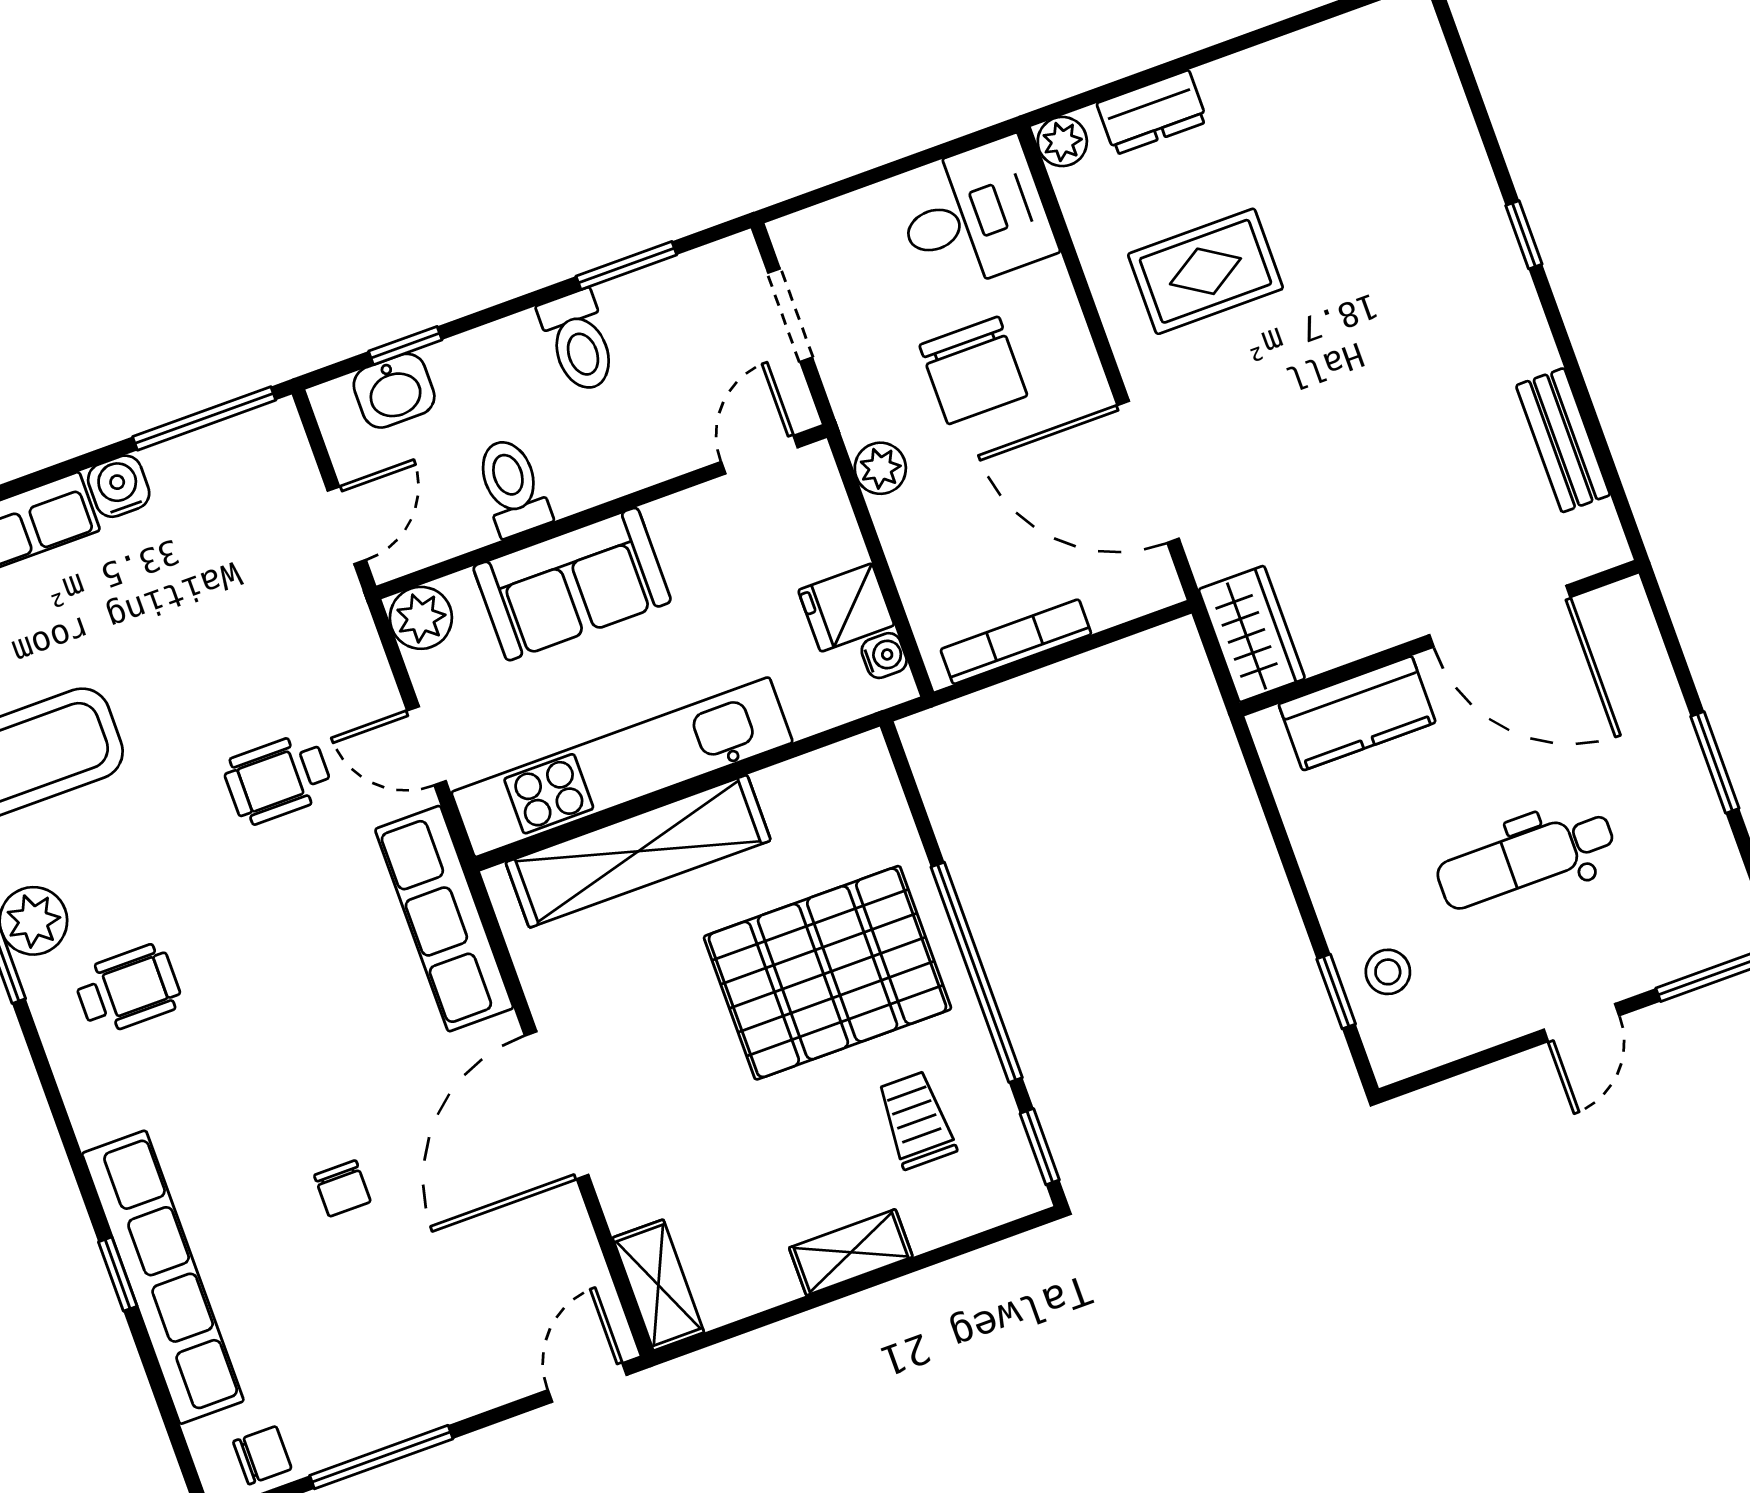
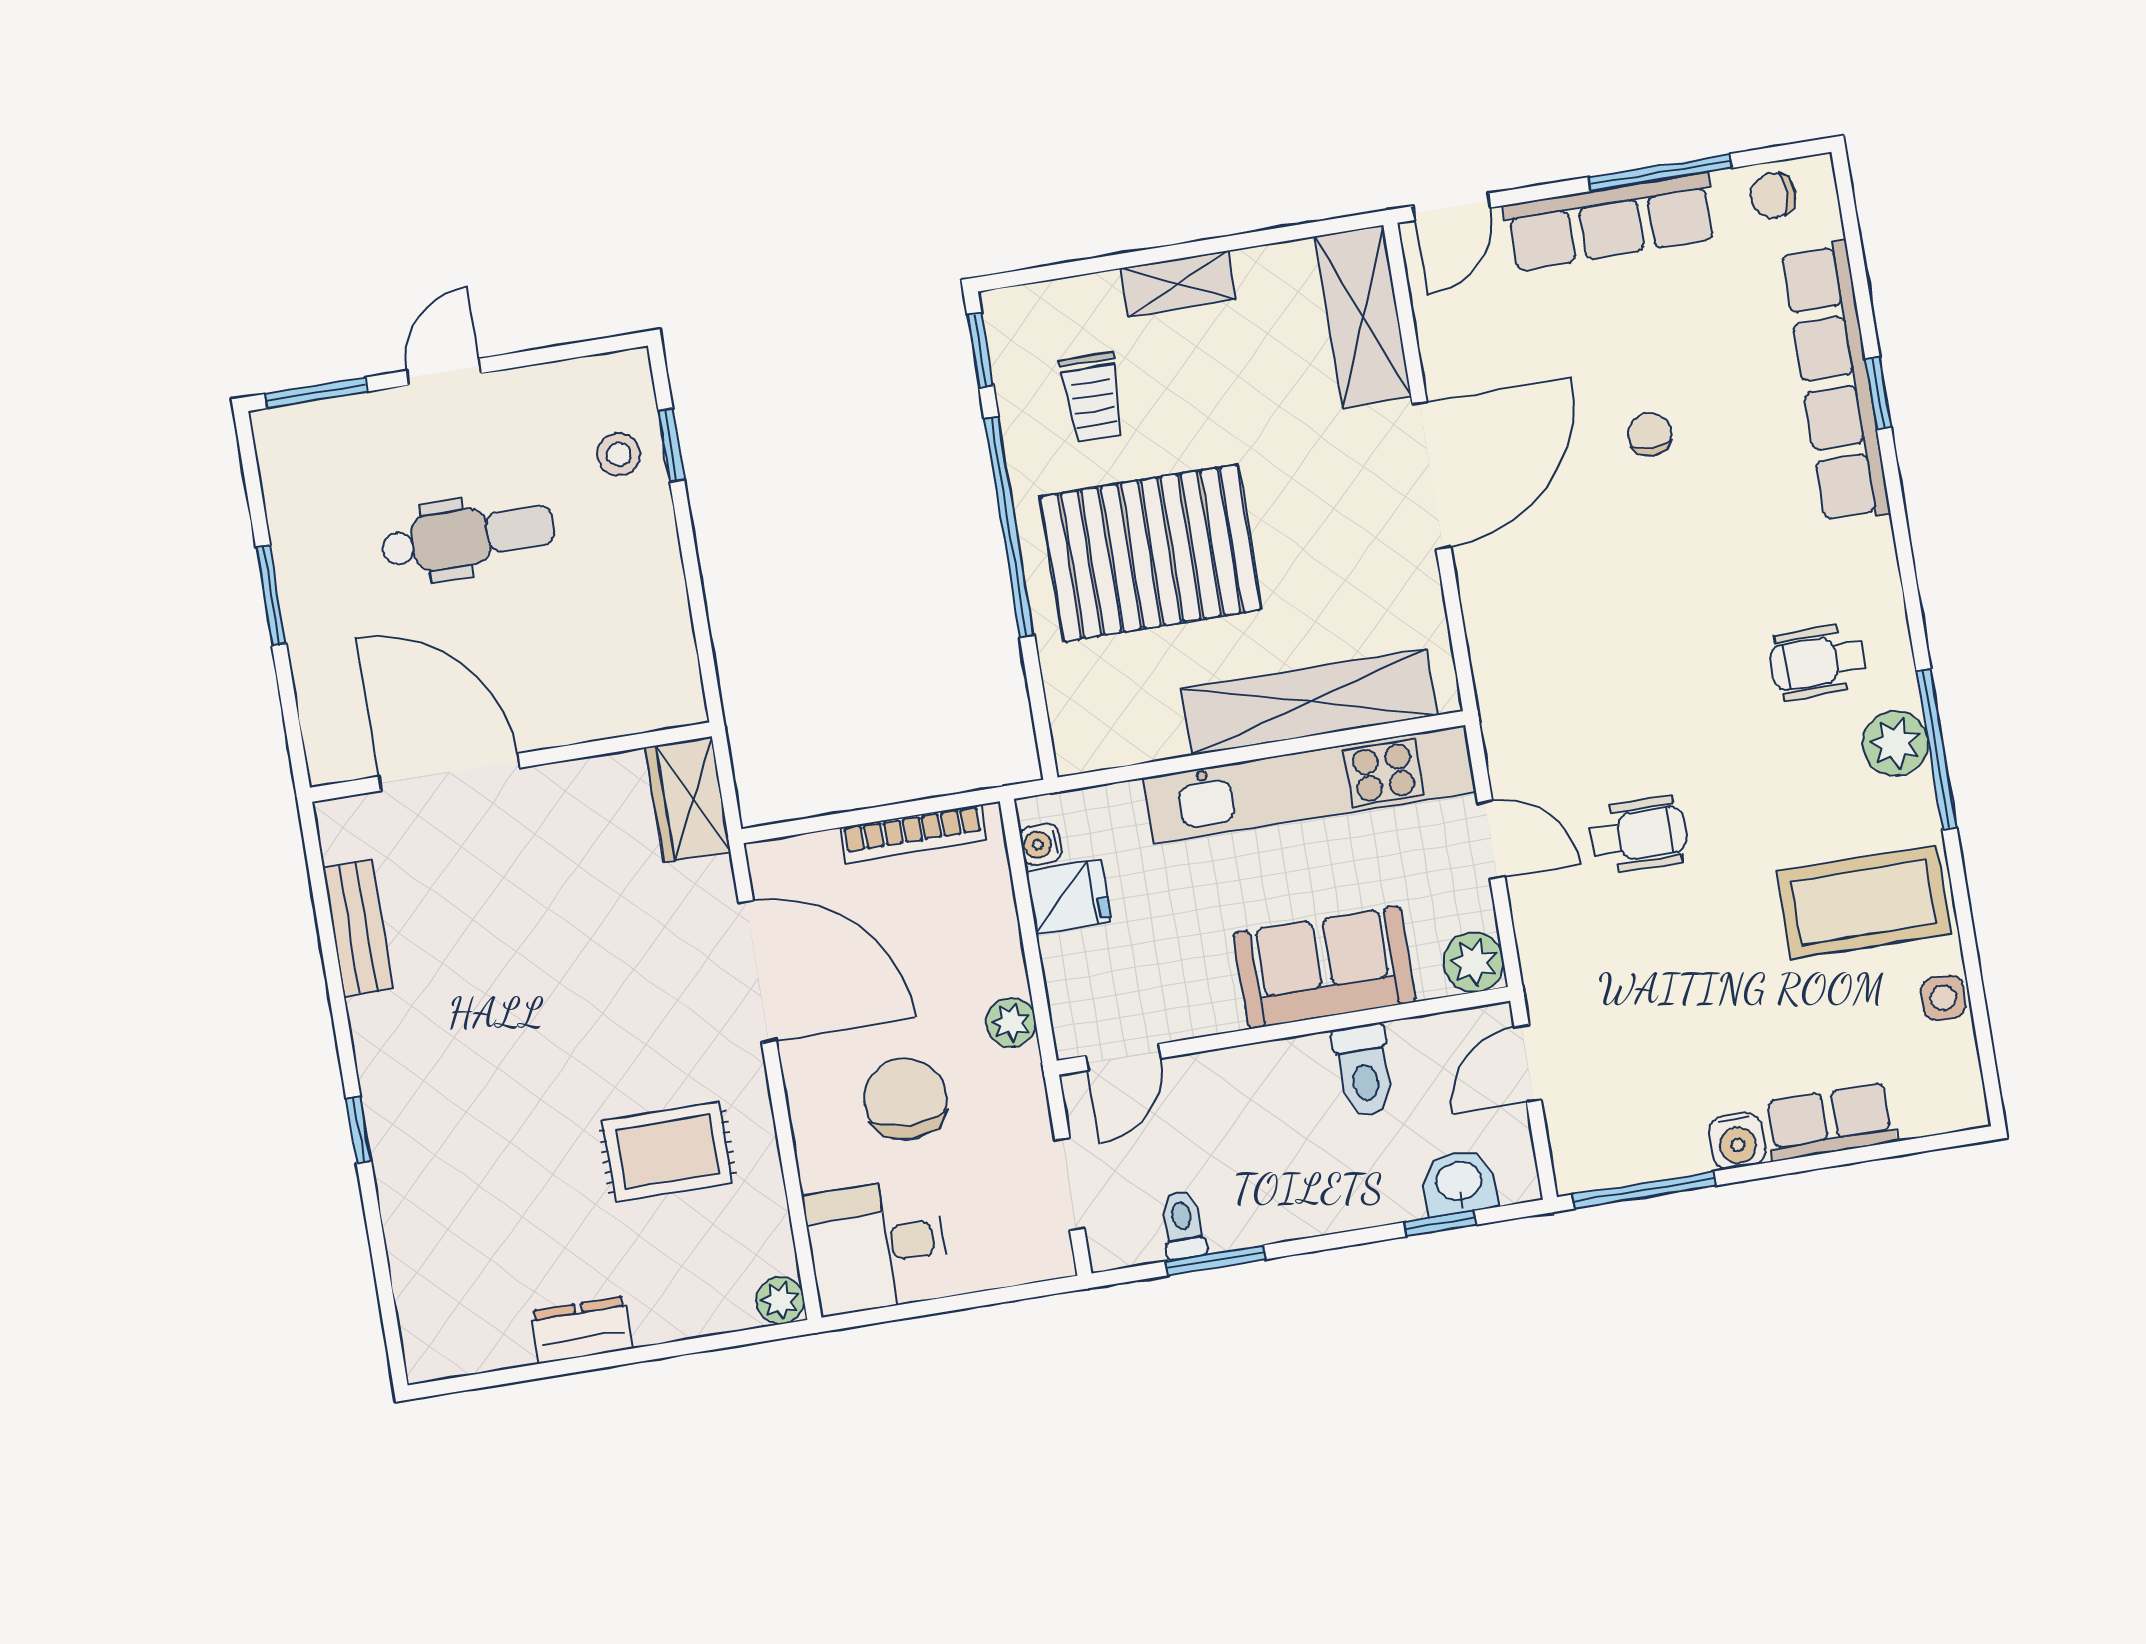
dresser: (1152, 112) -> (582, 1330), moved
toilet: (578, 341) -> (1183, 1225), moved, width x0.73, depth x0.72
kitchen counter: (1357, 713) -> (602, 705), removed
row of seats: (444, 919) -> (1610, 222), moved, turned 90
shelving: (658, 1285) -> (1363, 317), width x1.50, depth x1.33

